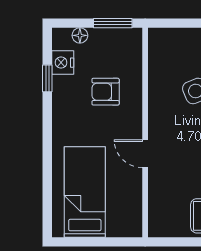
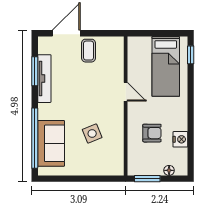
nightstand: (63, 63) -> (180, 139), moved
window: (47, 78) -> (191, 55), moved

